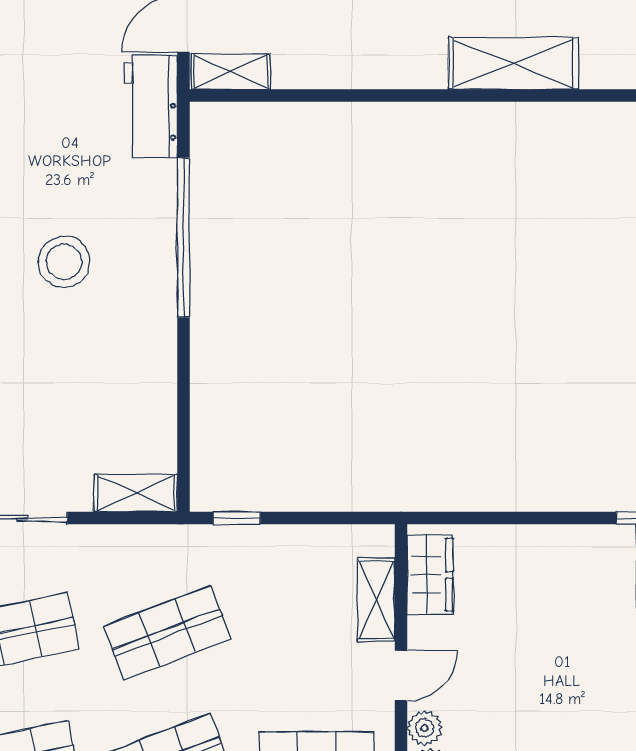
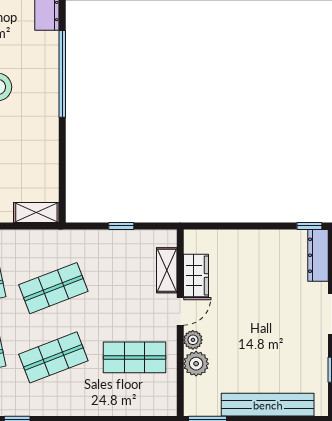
window: (237, 518) -> (121, 226), moved
wardrobe: (430, 575) -> (196, 276), moved

